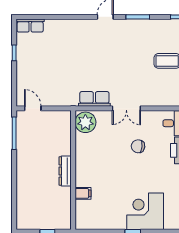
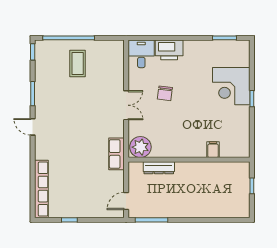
row of seats: (30, 25) -> (41, 189), width x2.02
row of seats: (94, 99) -> (117, 154), moved
dresser: (65, 171) -> (159, 168), moved

